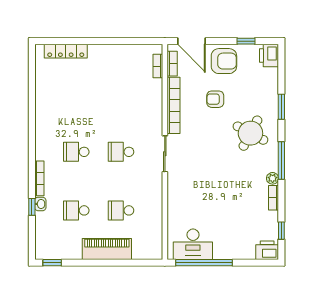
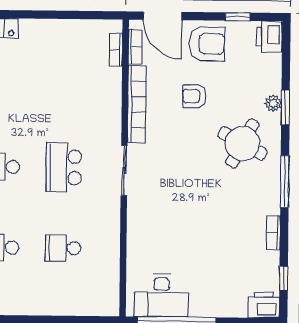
school desk: (121, 152) -> (64, 167), width x1.85
plant: (273, 178) -> (273, 103), moved
piano: (107, 249) -> (43, 301), removed

